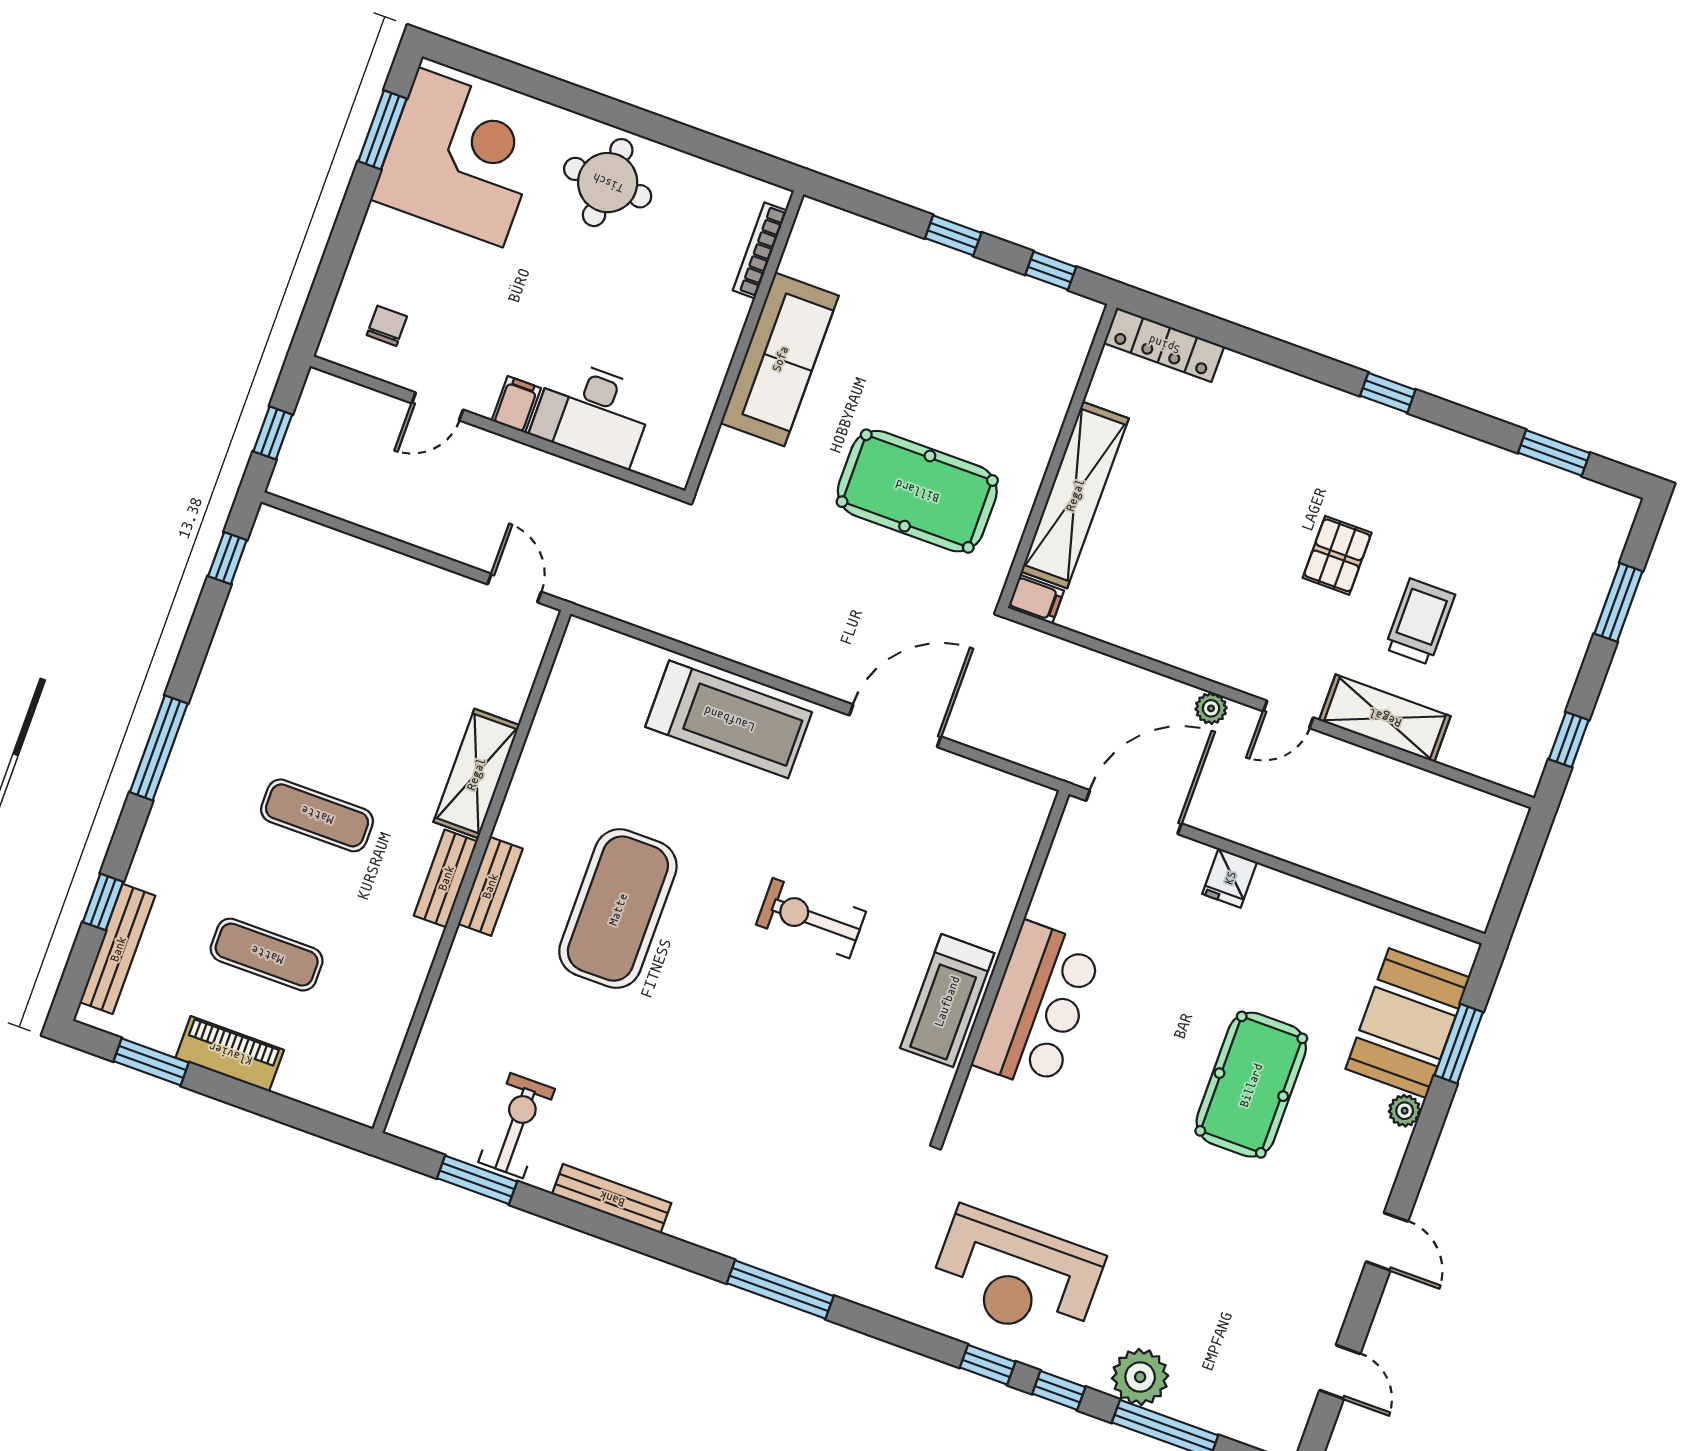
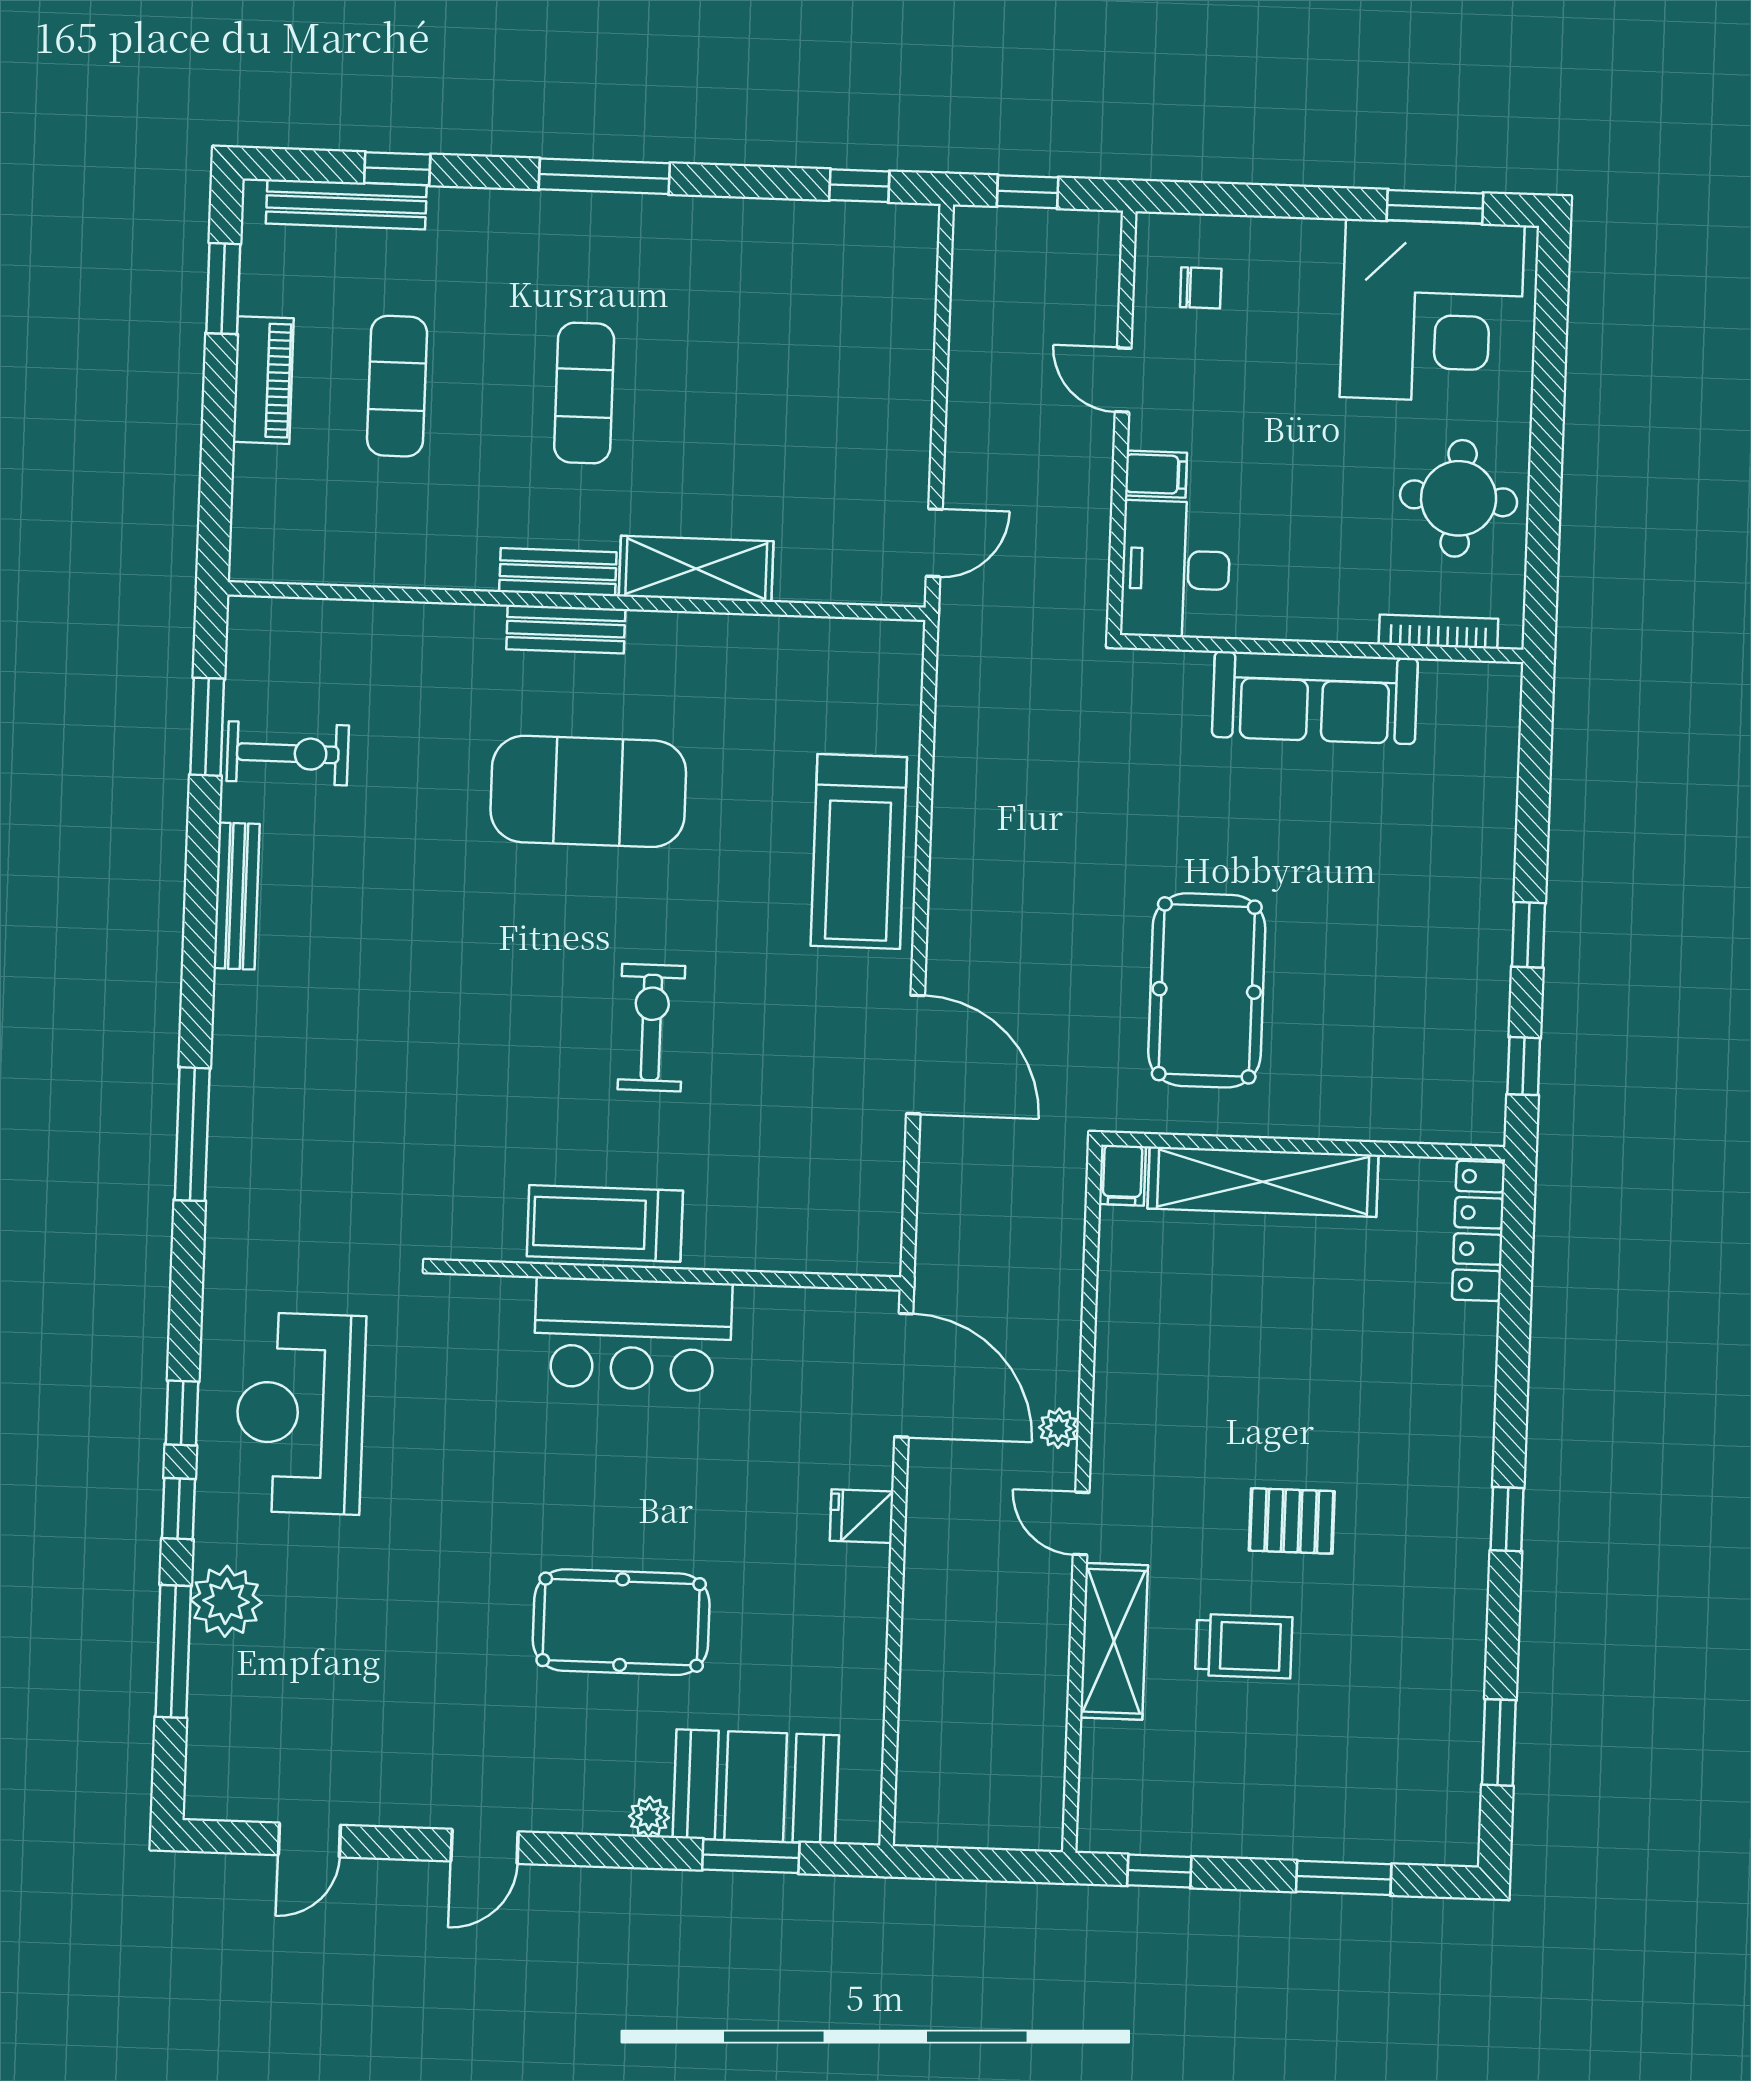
bookcase: (760, 250) -> (1438, 632), moved
wall: (744, 343) -> (1322, 649), moved
sofa: (780, 359) -> (1315, 698), moved

